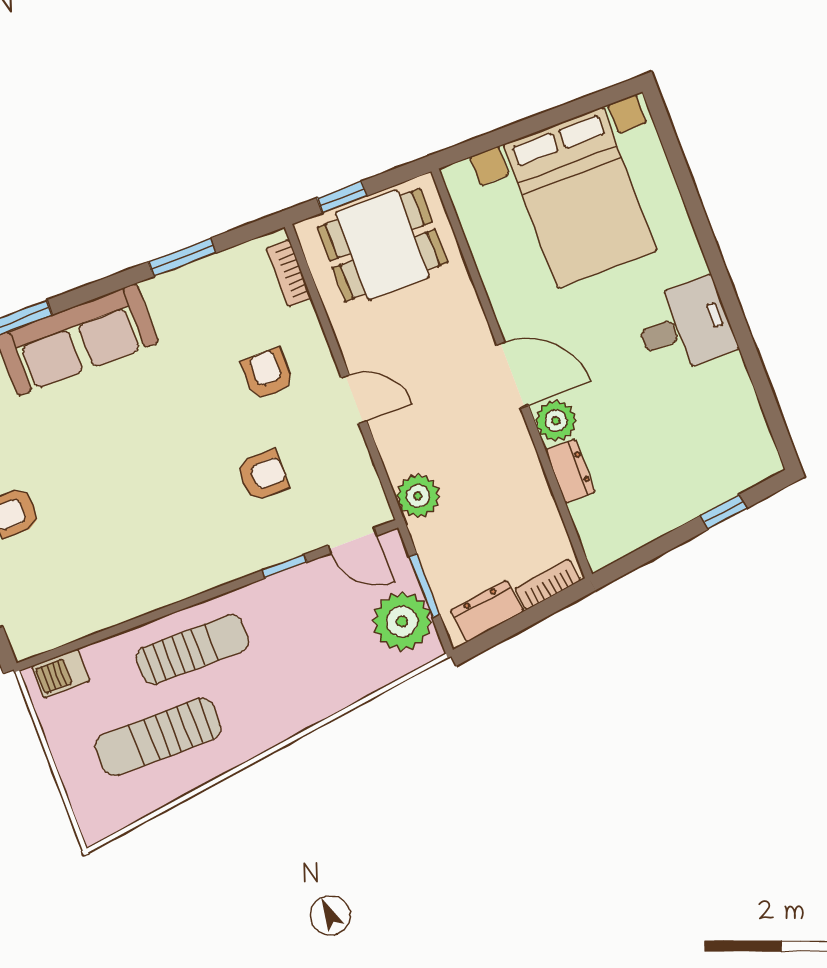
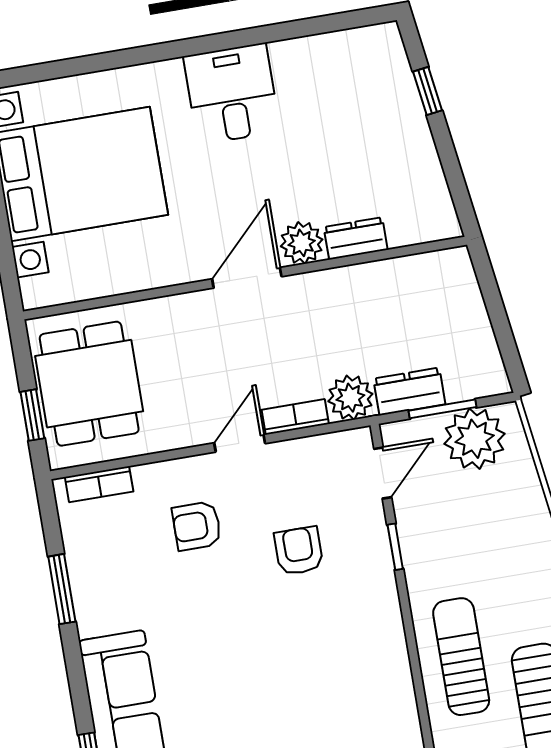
bookcase: (548, 584) -> (295, 417), moved, turned 98
dresser: (487, 611) -> (409, 391), moved, turned 98

